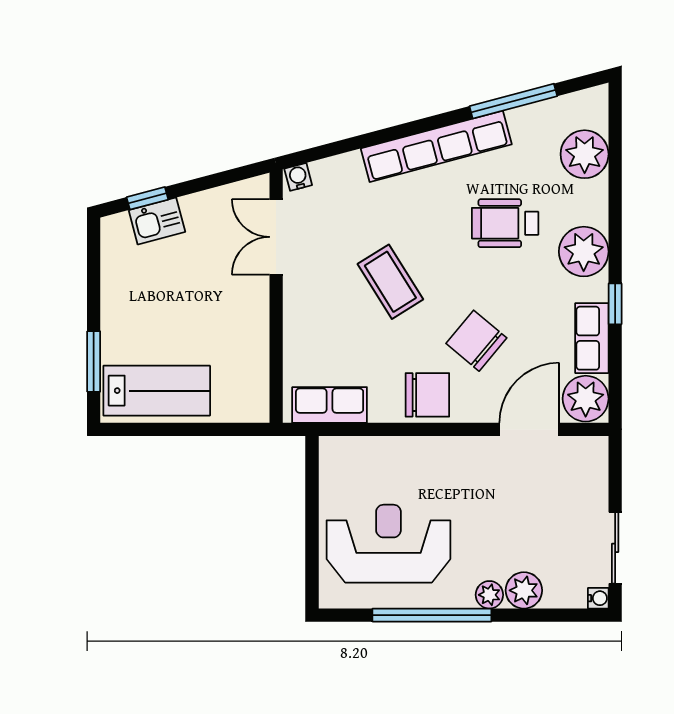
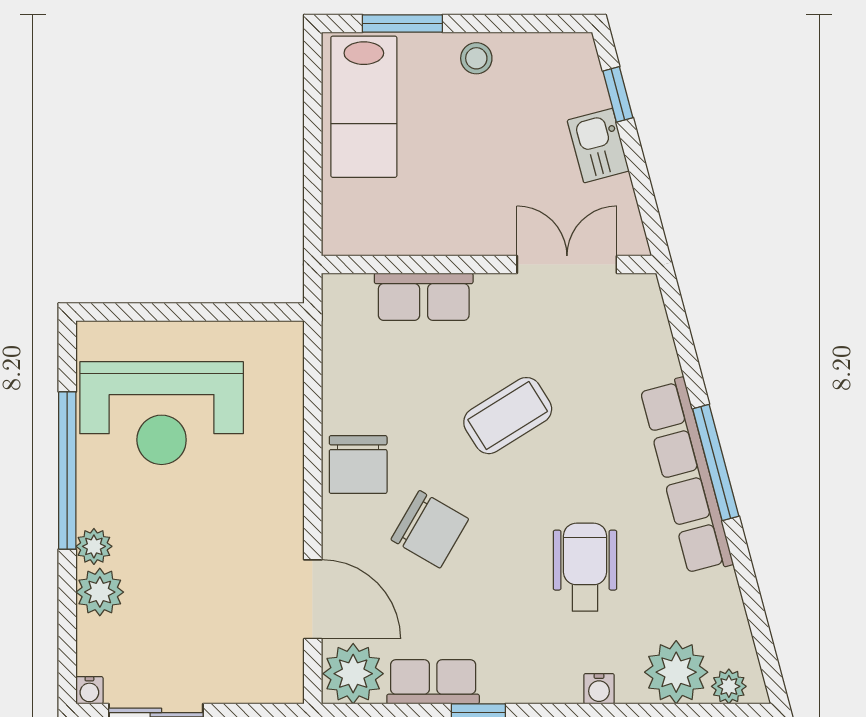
window: (513, 101) -> (716, 462), moved
water cooler: (298, 177) -> (599, 689), moved, turned 105
kitchen sink: (157, 221) -> (598, 146), moved
plant: (584, 252) -> (729, 686), moved, width x0.53, depth x0.53
stool: (120, 305) -> (476, 58), added
chair: (476, 341) -> (430, 529), turned 80
row of seats: (330, 405) -> (424, 297), moved, turned 90
reception desk: (388, 544) -> (162, 413), turned 90

